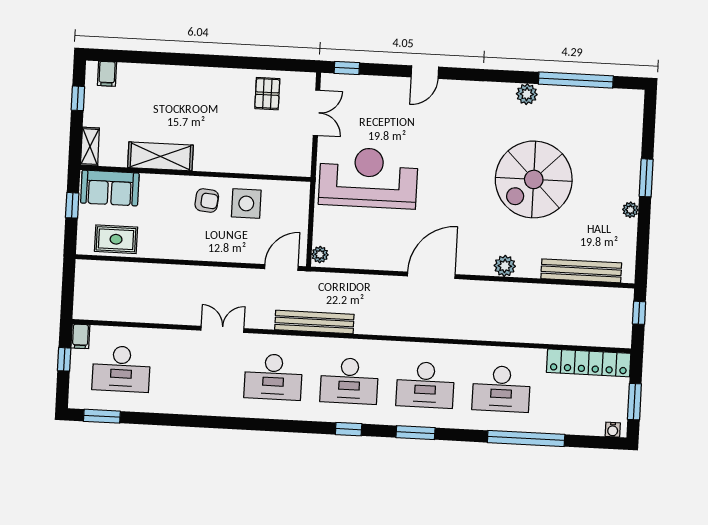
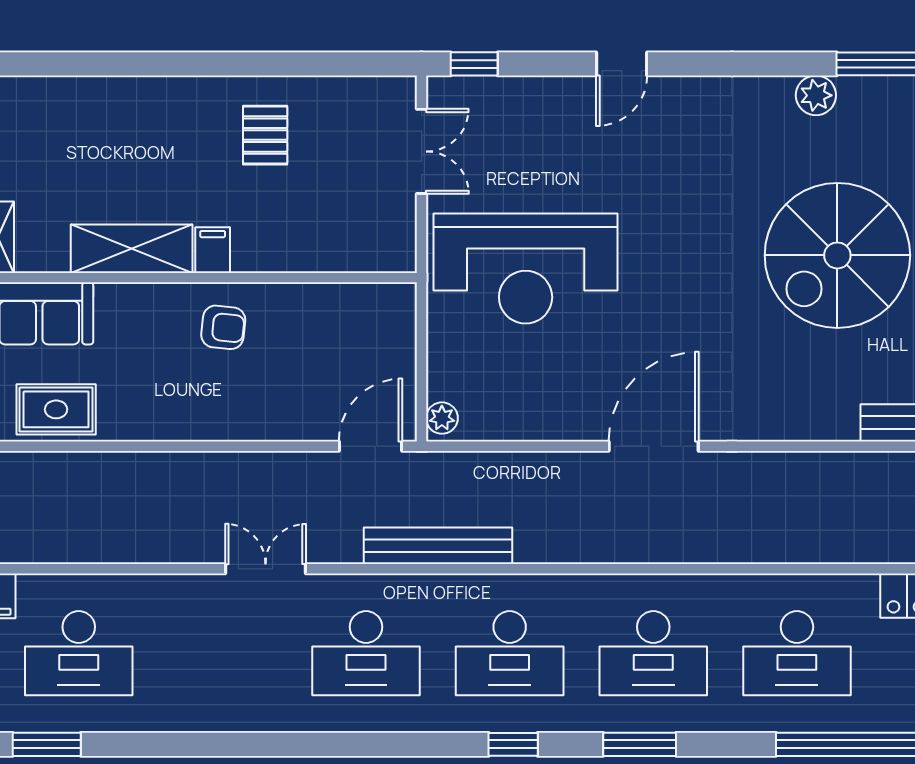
filing cabinet: (107, 74) -> (213, 250), moved, turned 180
pallet: (267, 94) -> (265, 135), moved
reception desk: (368, 178) -> (526, 268), turned 180
side table: (246, 203) -> (298, 329), removed
plant: (505, 266) -> (791, 421), removed

